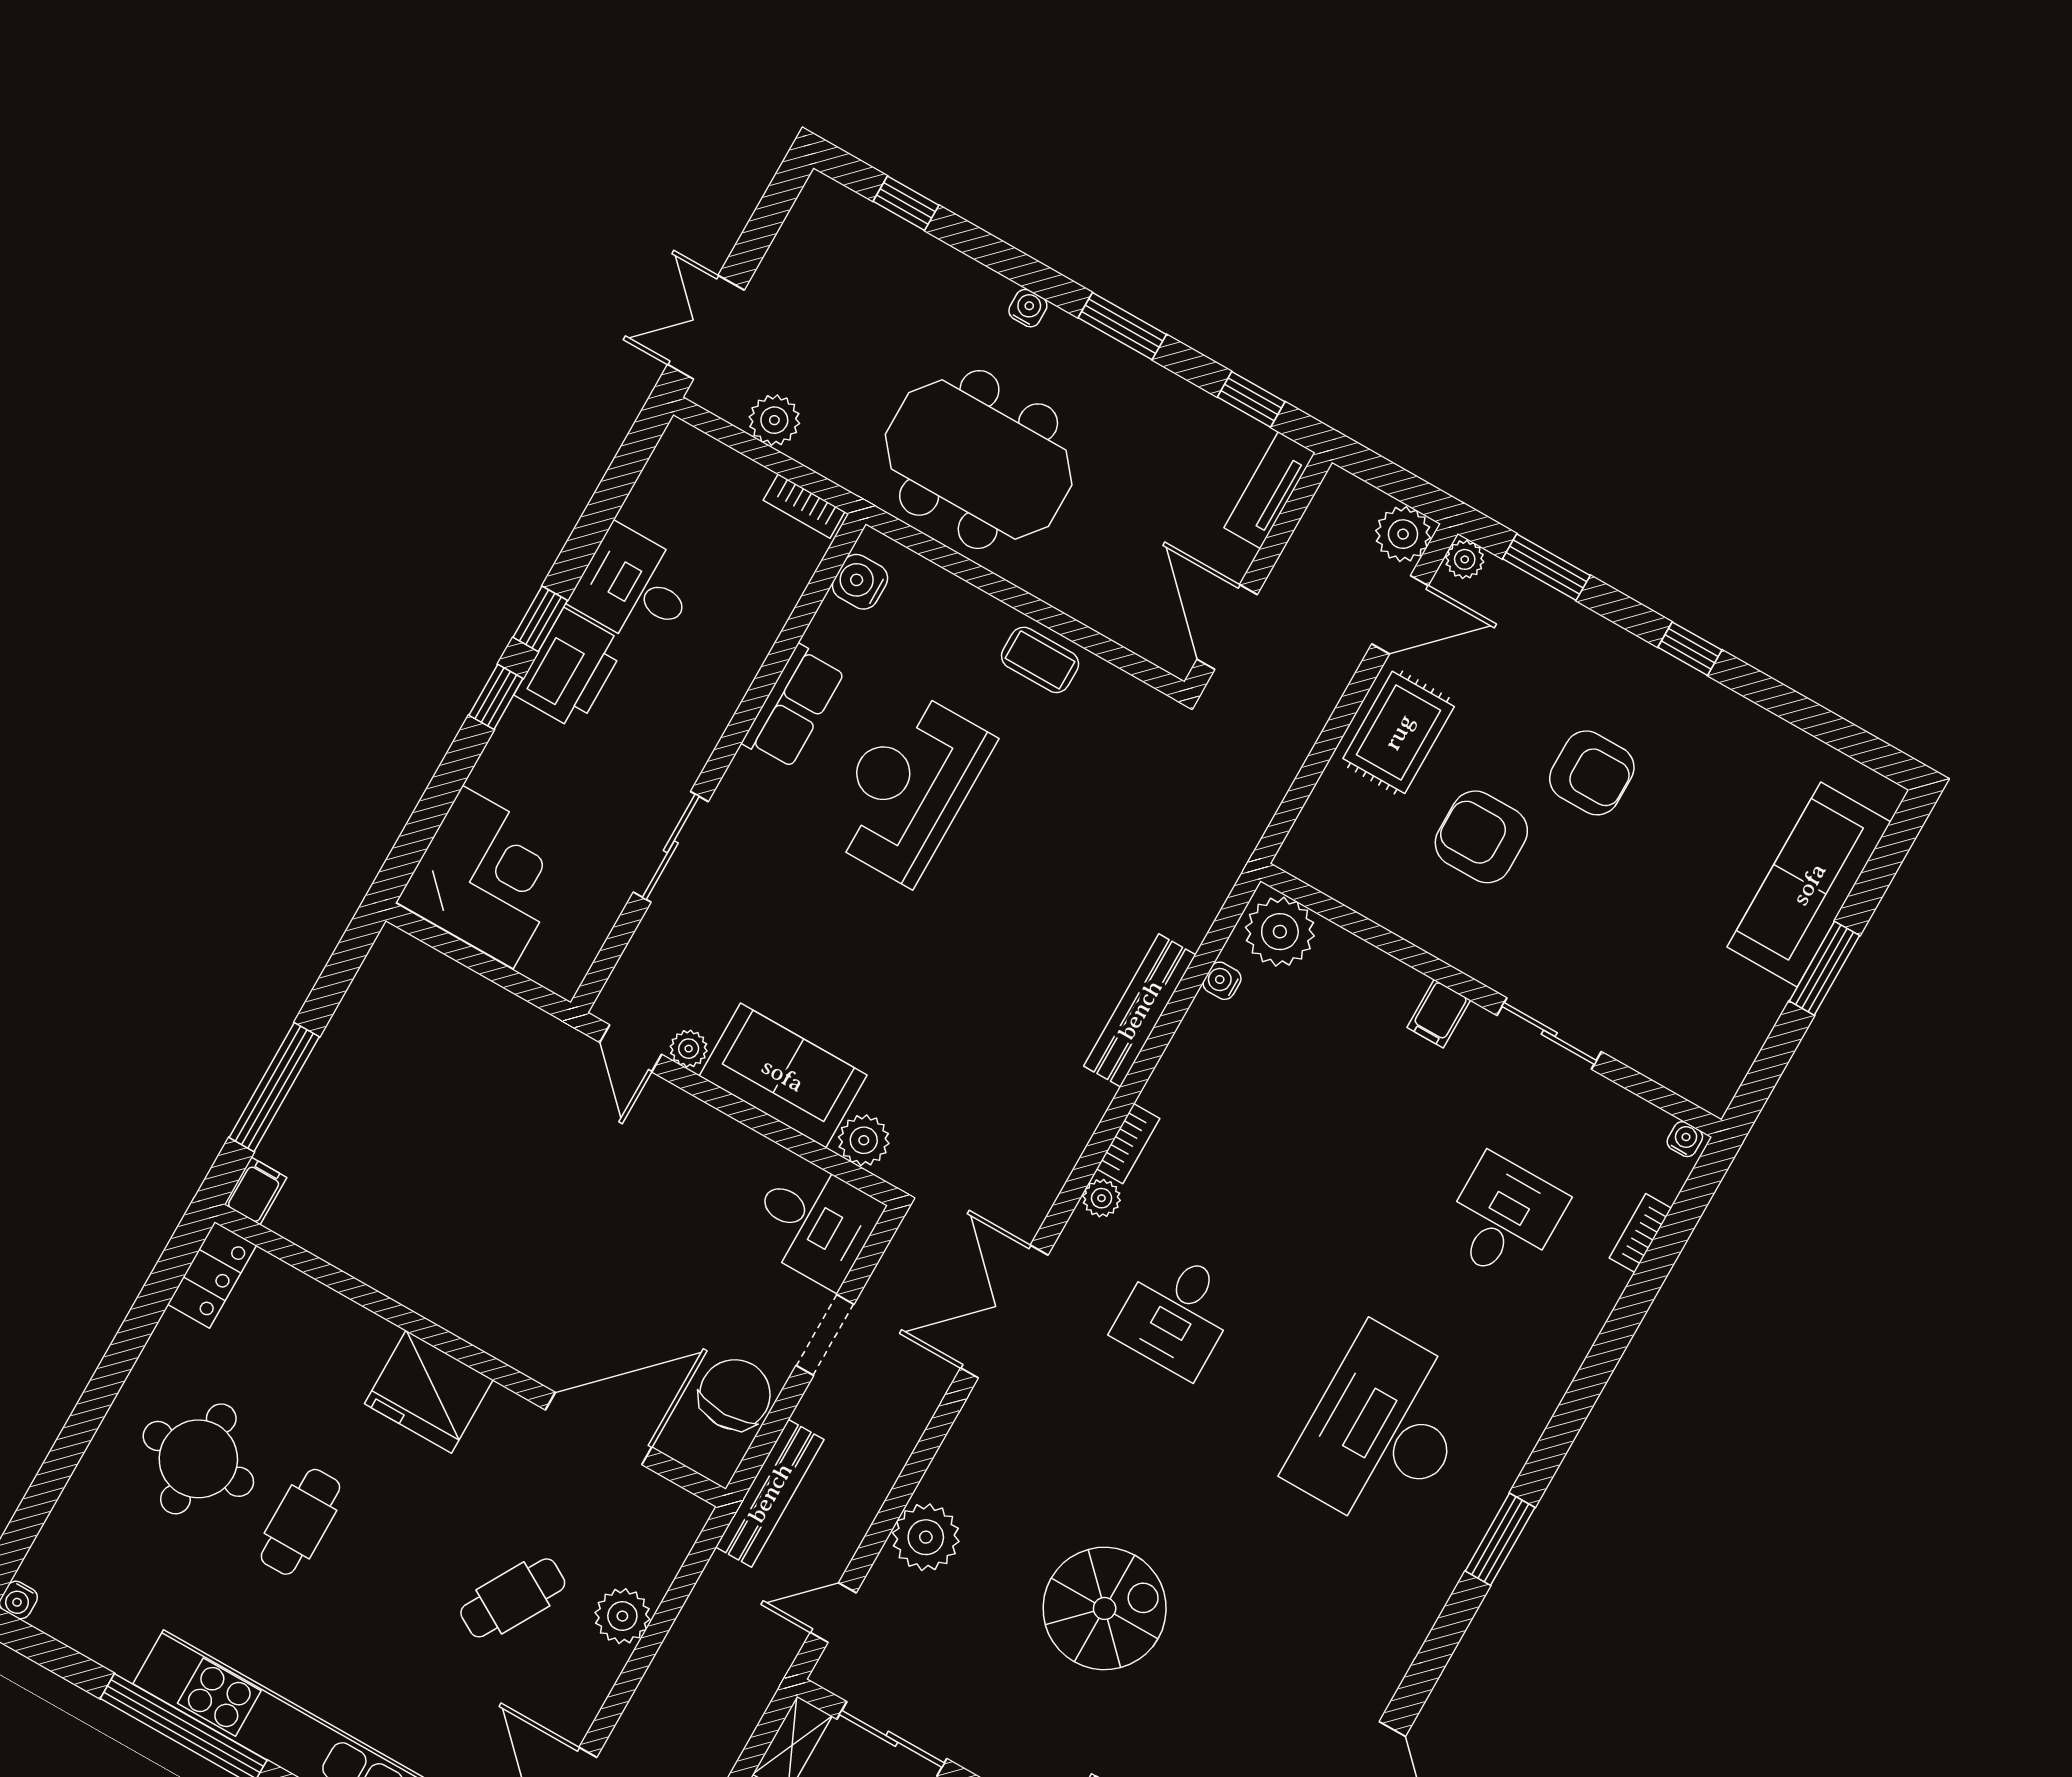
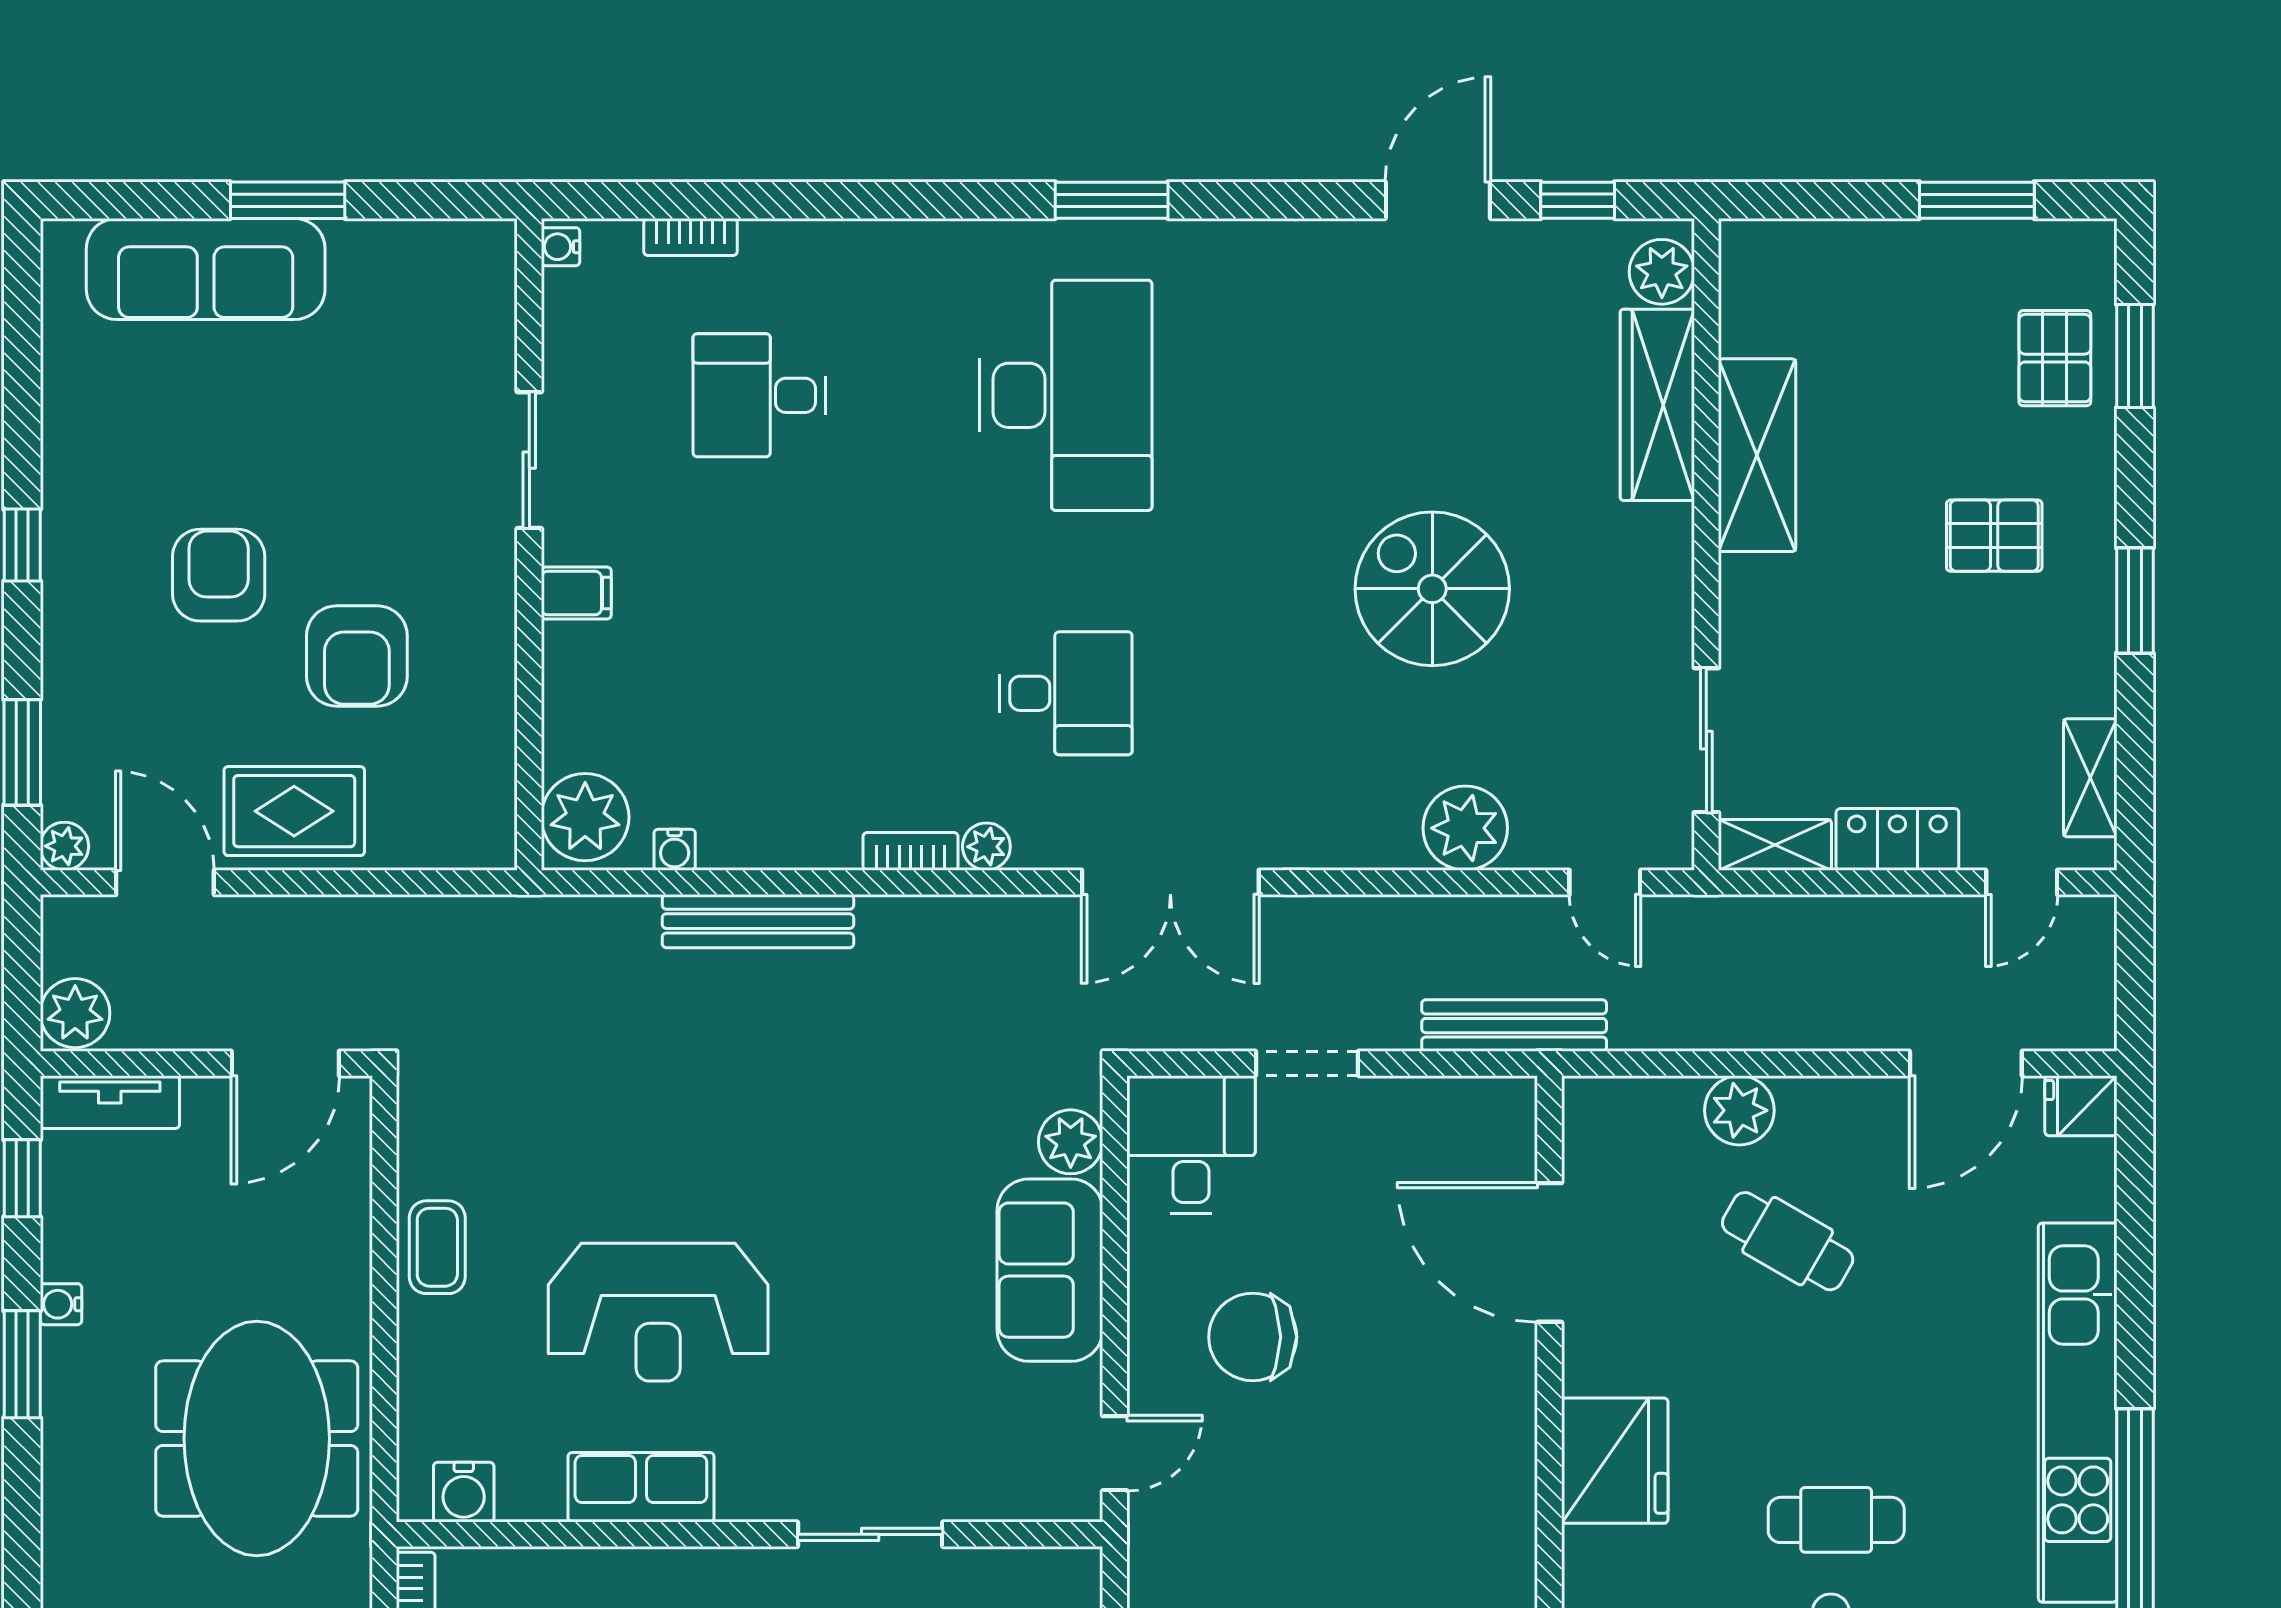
water cooler: (1028, 308) -> (61, 1304), moved
plant: (1403, 534) -> (75, 1013), moved
plant: (689, 1049) -> (1079, 1390), removed
chair: (735, 1395) -> (1253, 1337), moved
desk: (1383, 1431) -> (1066, 395), turned -90

